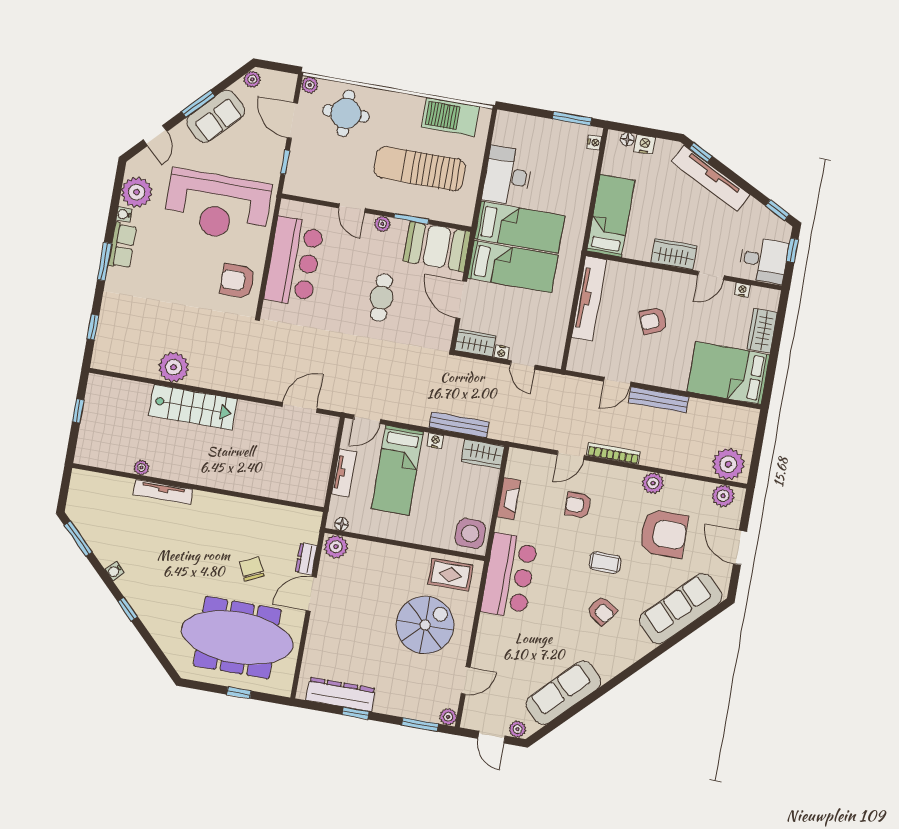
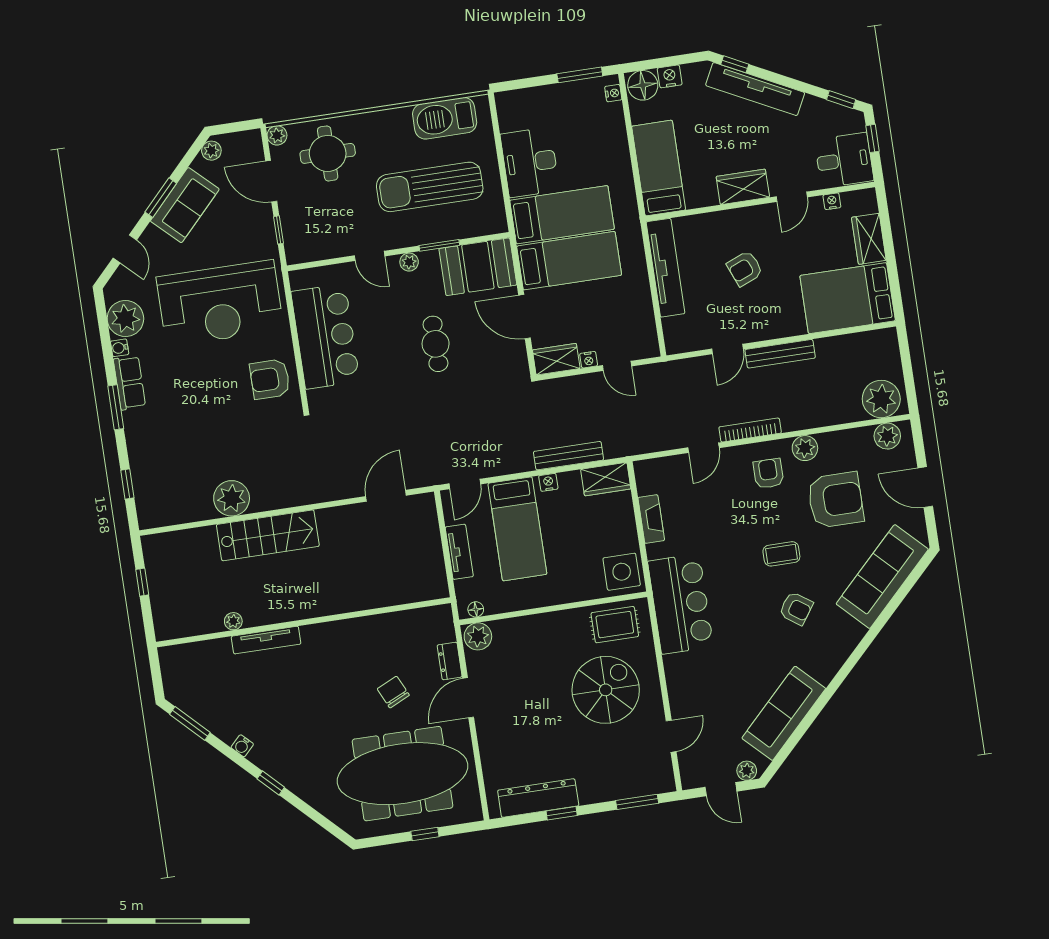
floor lamp: (627, 139) -> (643, 85), width x1.89, depth x1.89
armchair: (578, 505) -> (768, 473), moved, turned 90
plant: (448, 717) -> (665, 783), removed

